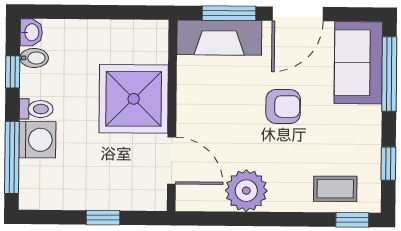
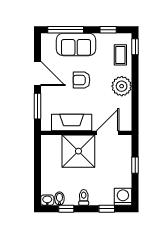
fireplace: (219, 38) -> (72, 123), moved, turned -90
sofa: (358, 63) -> (76, 44), moved
armchair: (283, 106) -> (81, 80), turned -90
washing machine: (37, 140) -> (123, 197), moved
window: (12, 157) -> (107, 209), width x0.46
plant: (246, 191) -> (122, 86), moved

